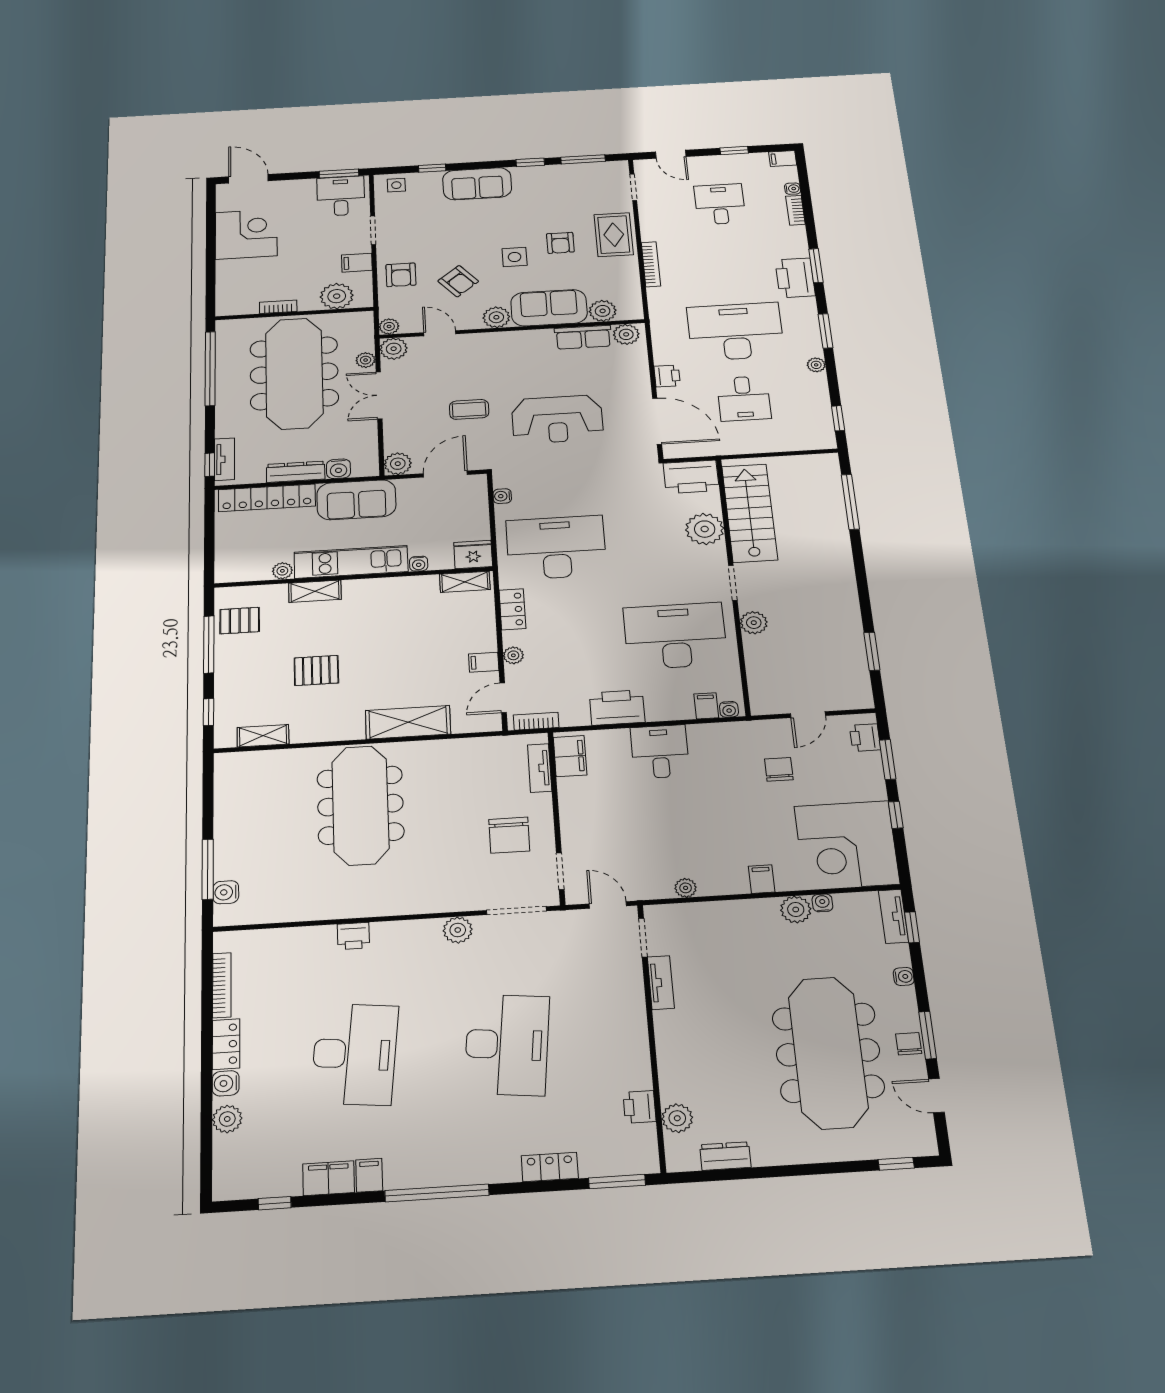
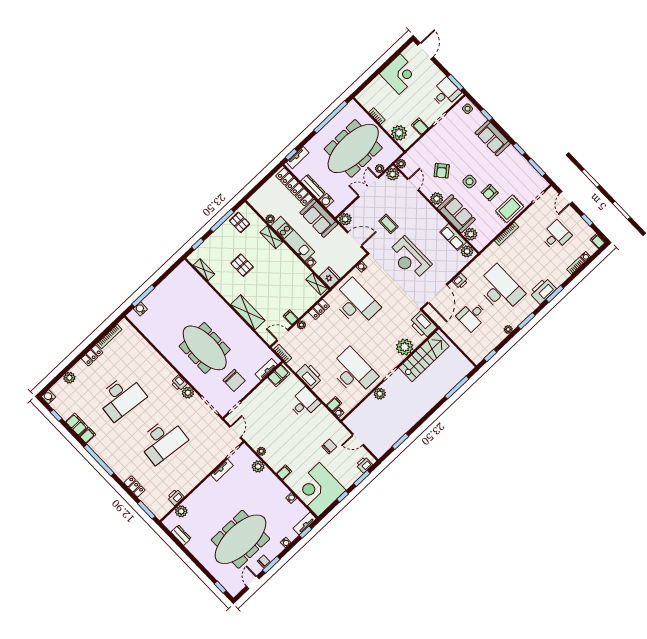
armchair: (401, 275) -> (428, 147), removed
meeting table: (360, 805) -> (205, 348), moved, turned 90
chair: (509, 835) -> (234, 380), turned -90
plant: (796, 909) -> (258, 466), moved
printer: (353, 936) -> (179, 383), moved
water cooler: (226, 1083) -> (49, 397), moved

